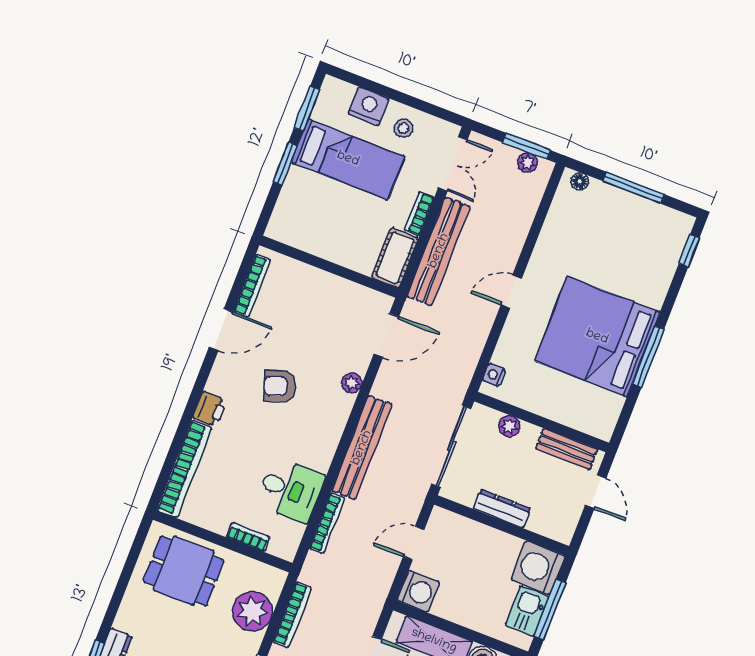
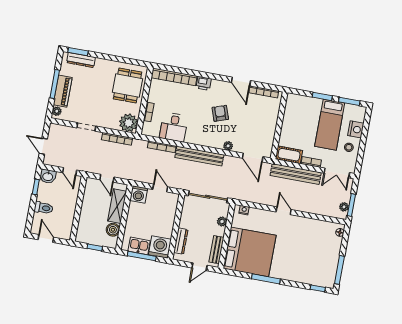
window: (634, 188) -> (339, 270), moved
bed: (597, 337) -> (250, 252), moved, turned 90
dresser: (502, 509) -> (181, 241), moved
plant: (252, 611) -> (129, 123), moved

